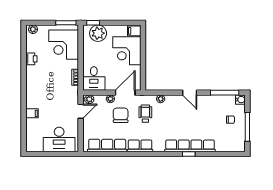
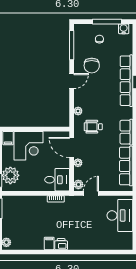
corner desk: (64, 45) -> (22, 211), removed
printer: (31, 59) -> (61, 244), moved
water cooler: (240, 100) -> (124, 29), moved
door: (81, 111) -> (91, 193), hinge flipped
filing cabinet: (32, 113) -> (49, 243), moved
chair: (121, 115) -> (92, 66), moved, turned -90

